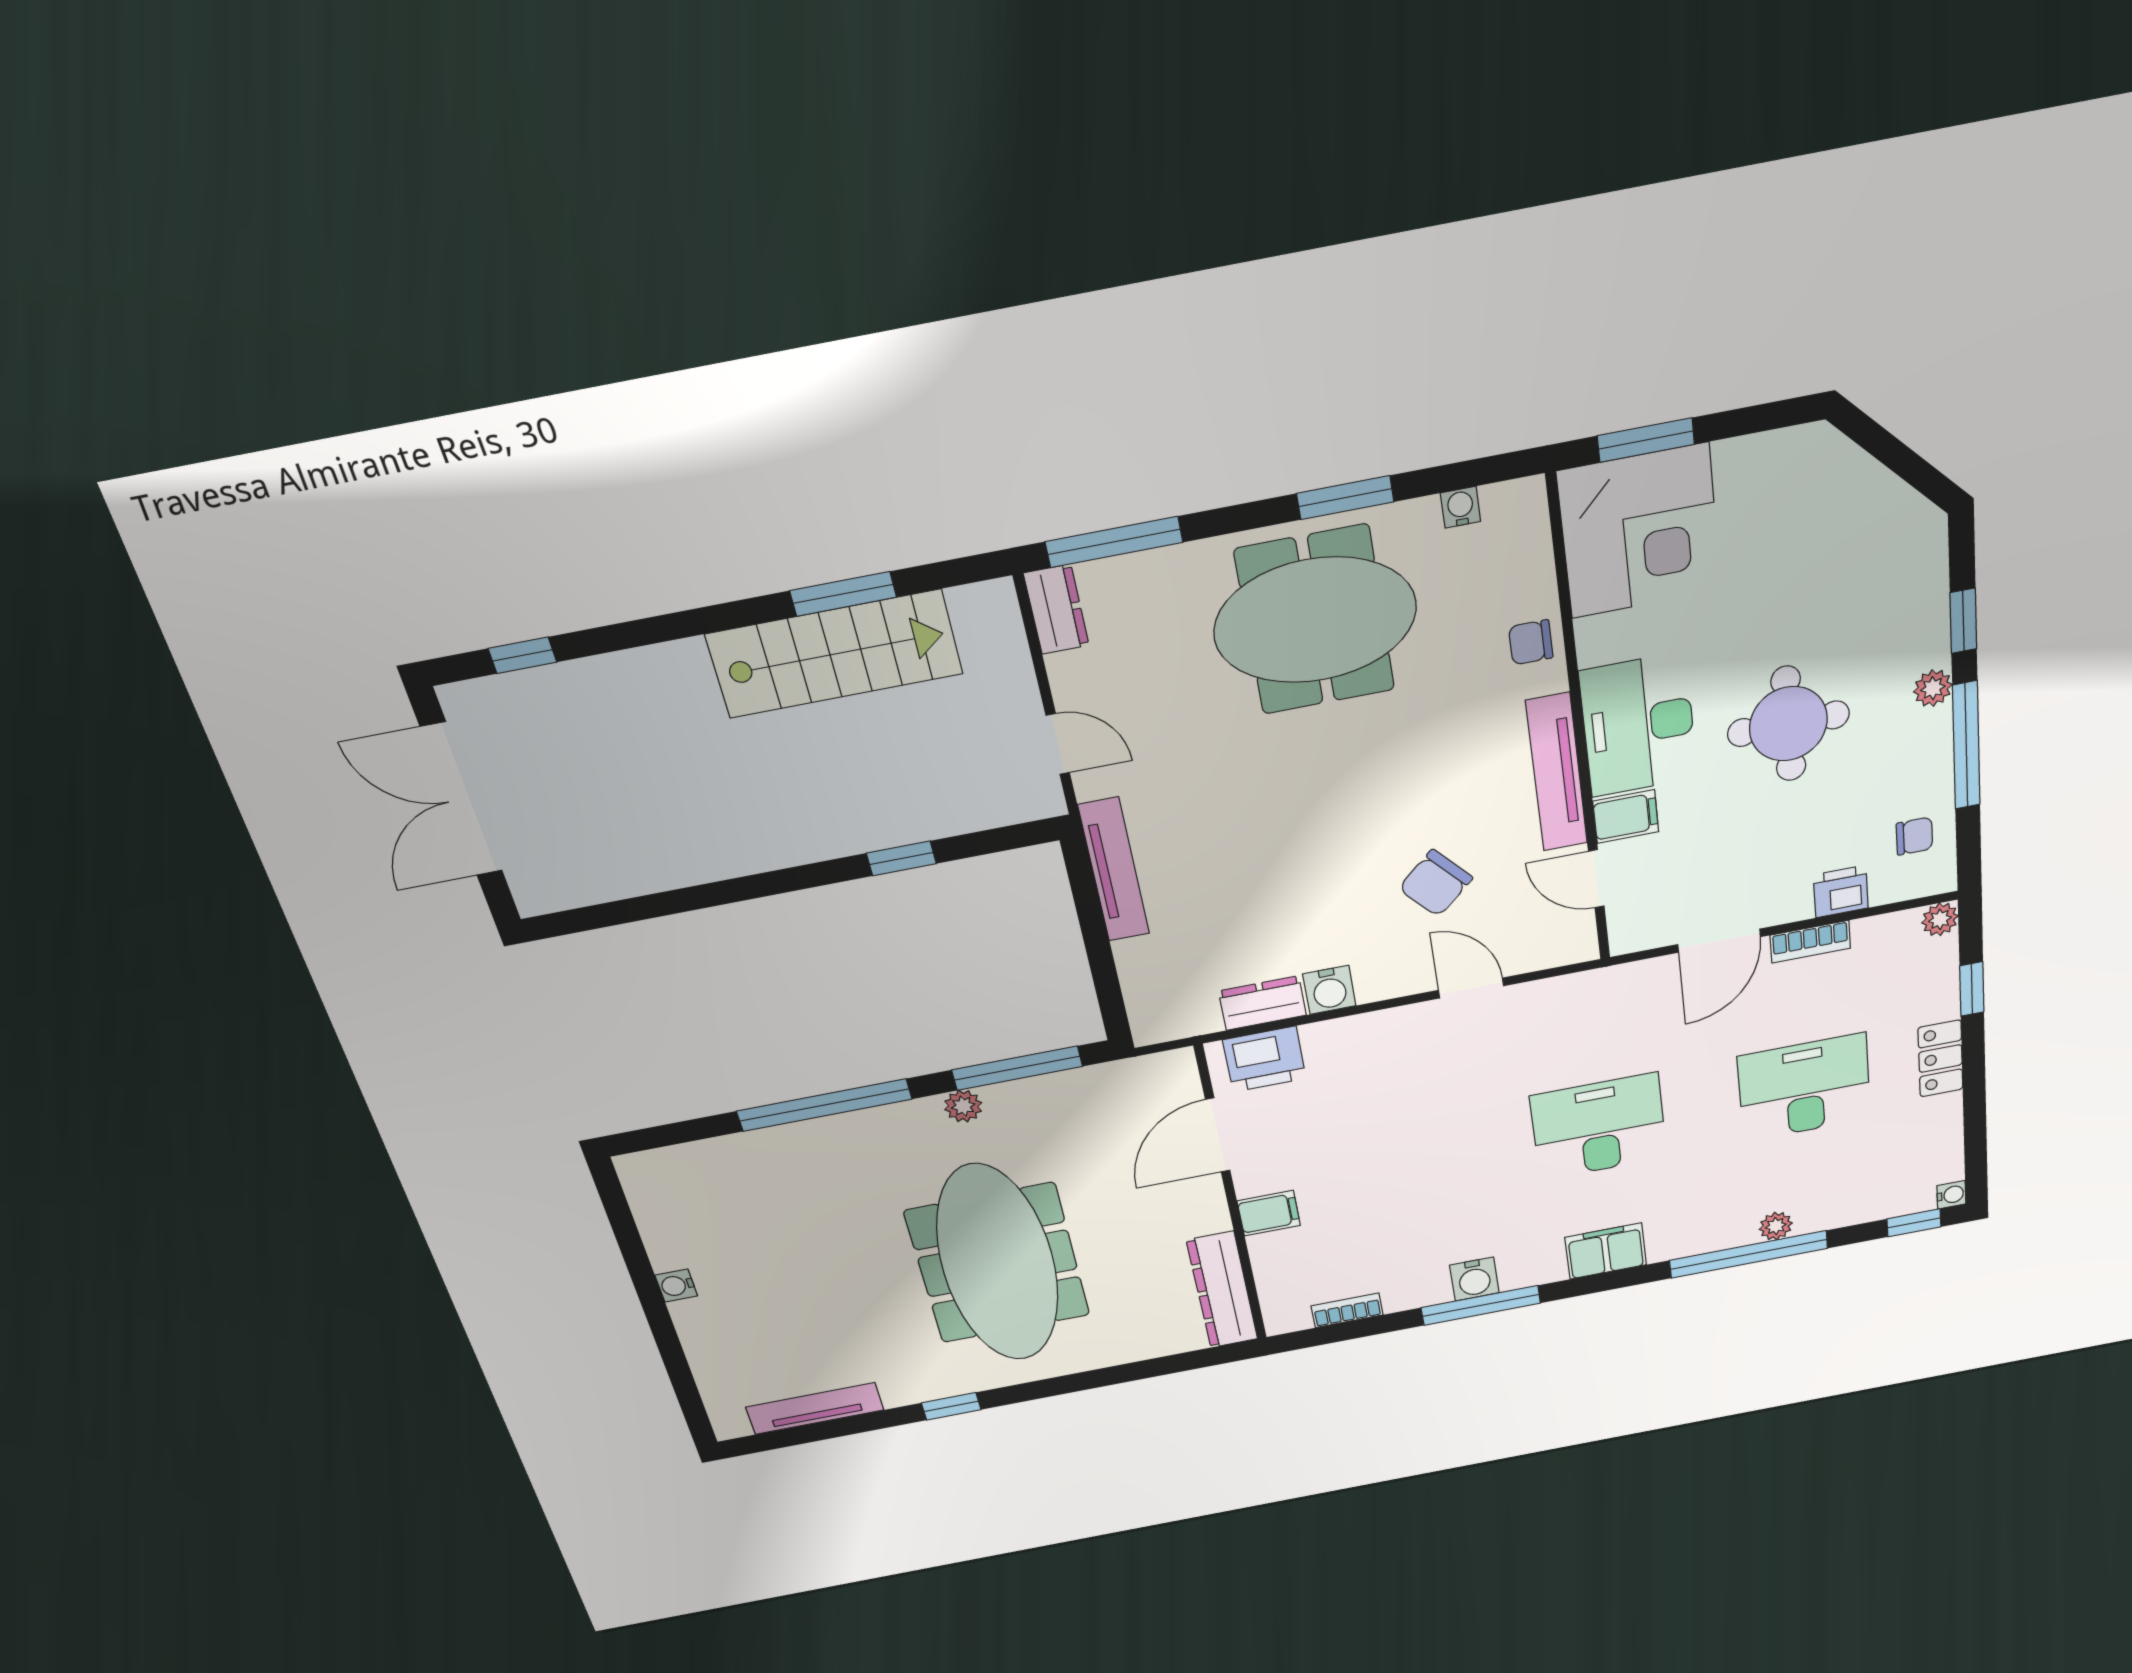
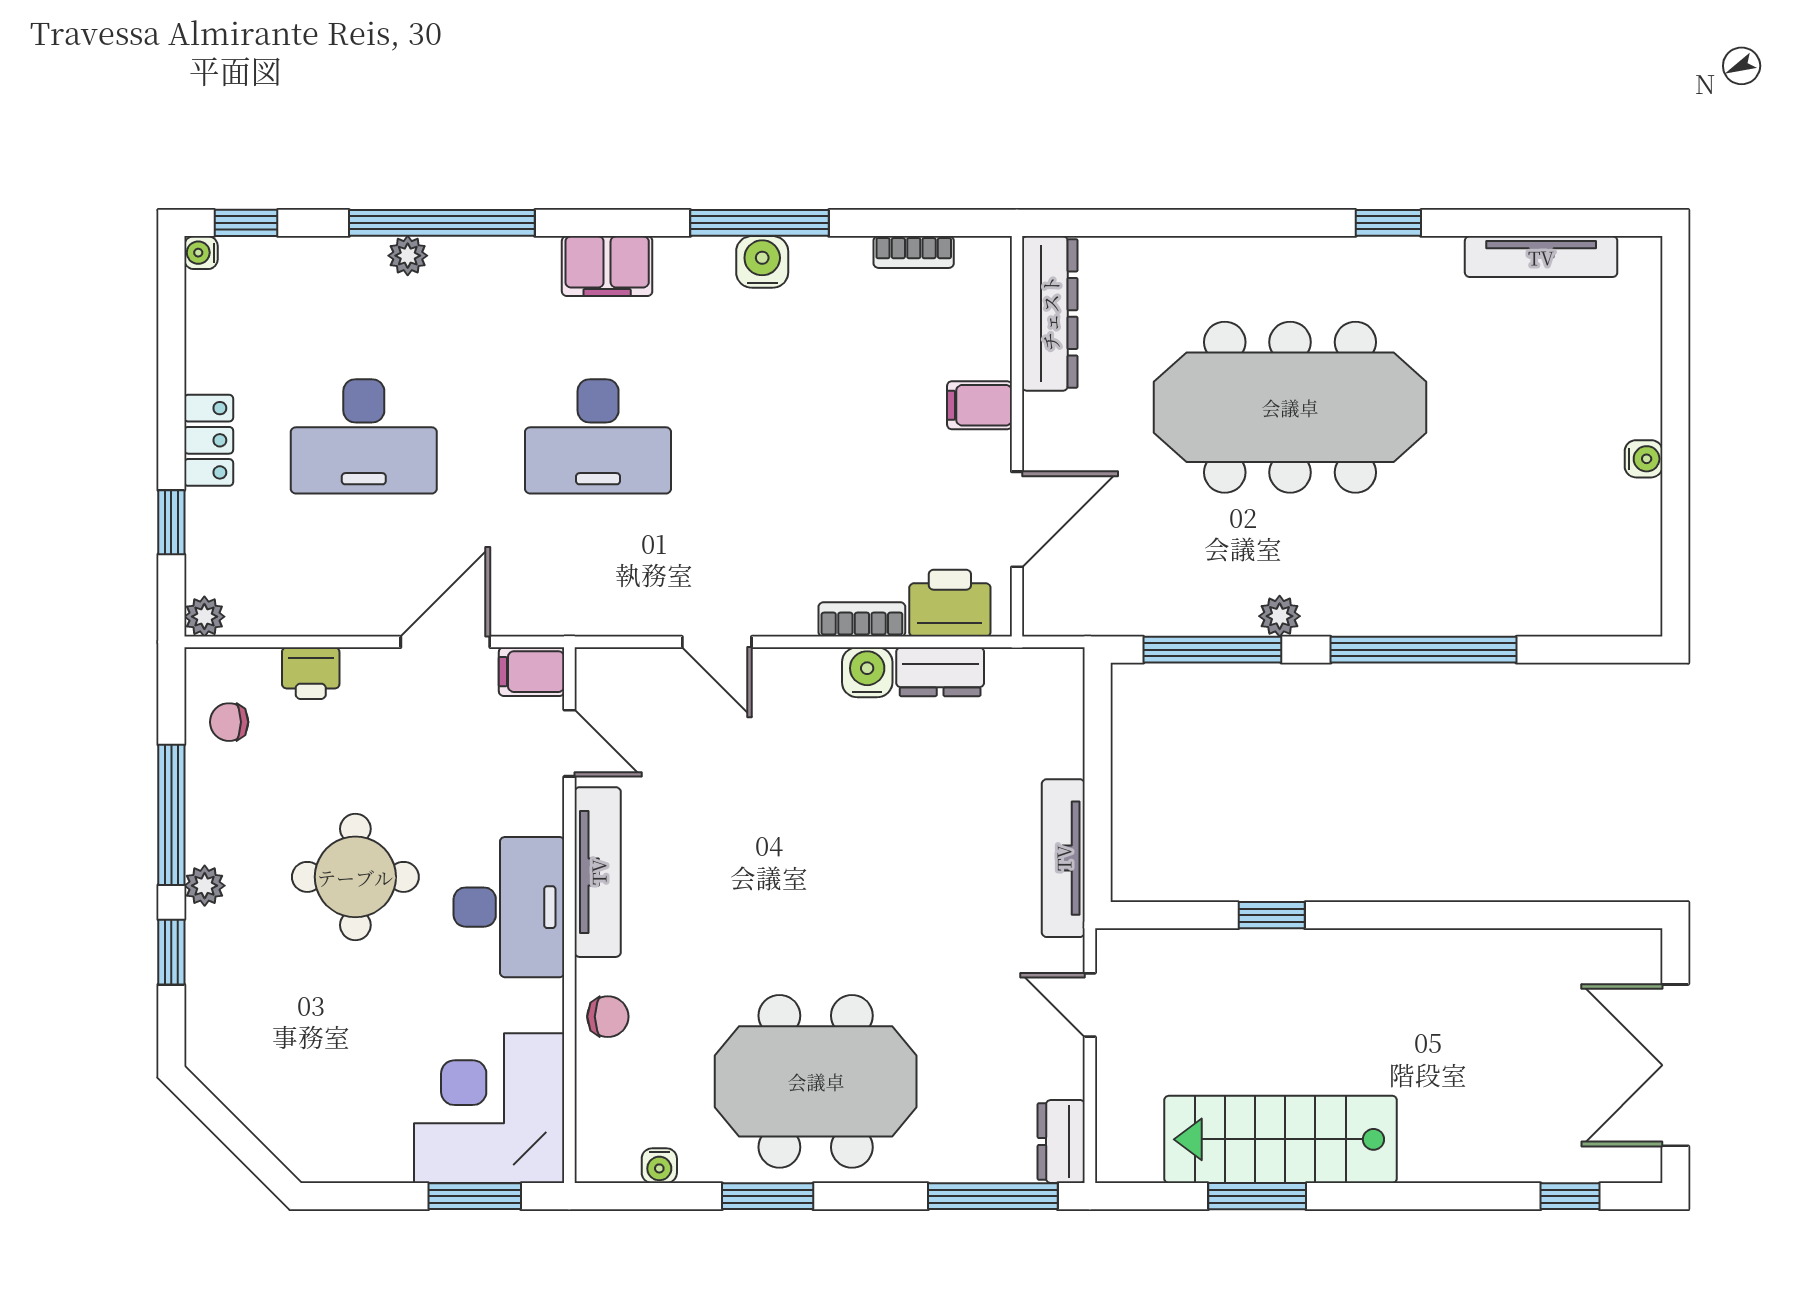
double door: (462, 800) -> (1675, 1065), swing flipped
filing cabinet: (1626, 816) -> (532, 672), moved
chair: (1436, 883) -> (738, 774), removed
bookcase: (1810, 942) -> (862, 619), moved
meeting table: (998, 1263) -> (1290, 407), turned 90

